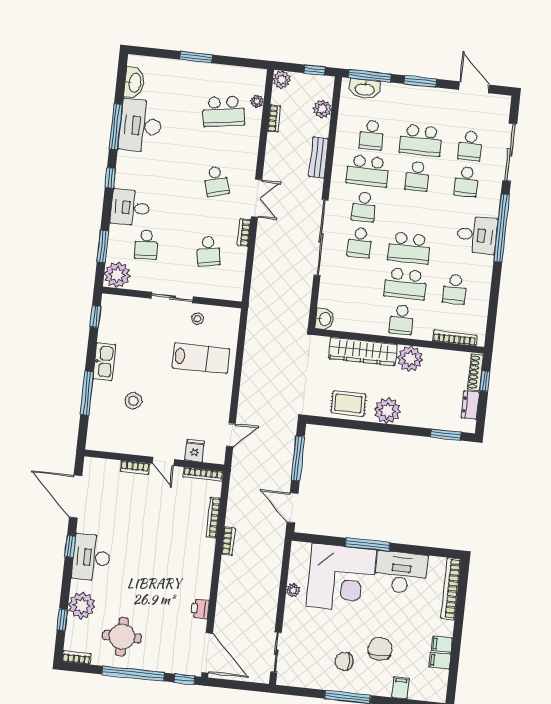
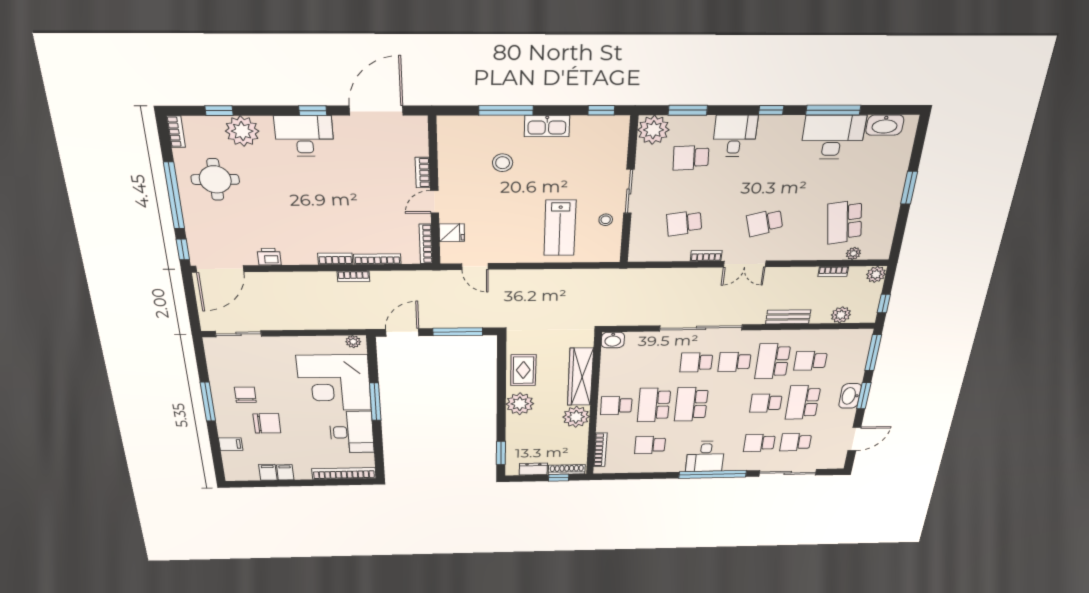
washbasin: (365, 89) -> (850, 396), moved
bookcase: (209, 553) -> (335, 259), added
plant: (293, 590) -> (353, 342), moved

